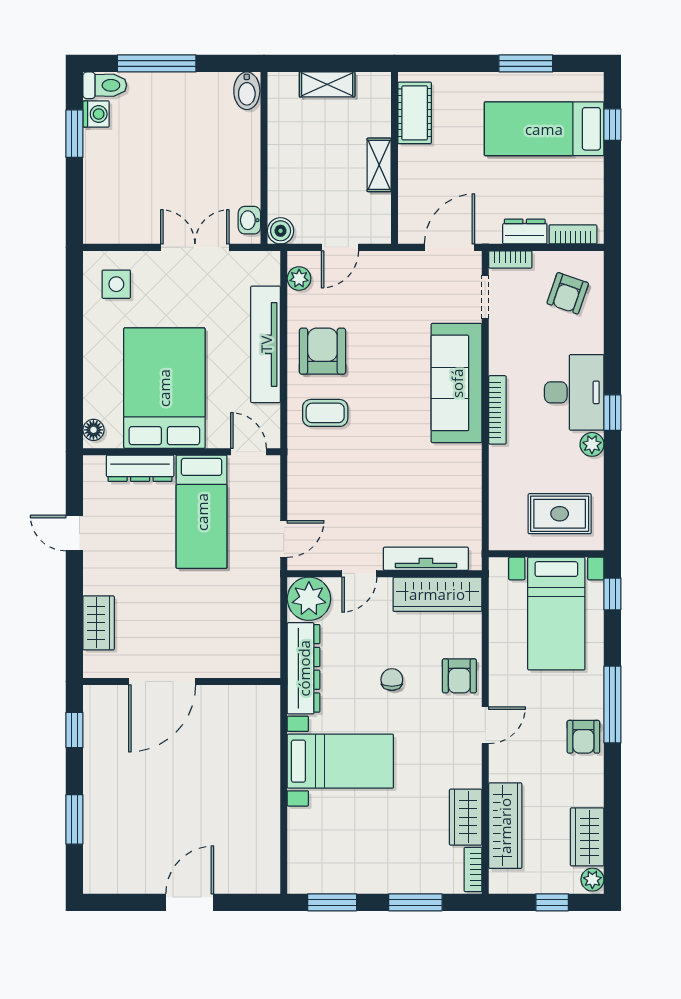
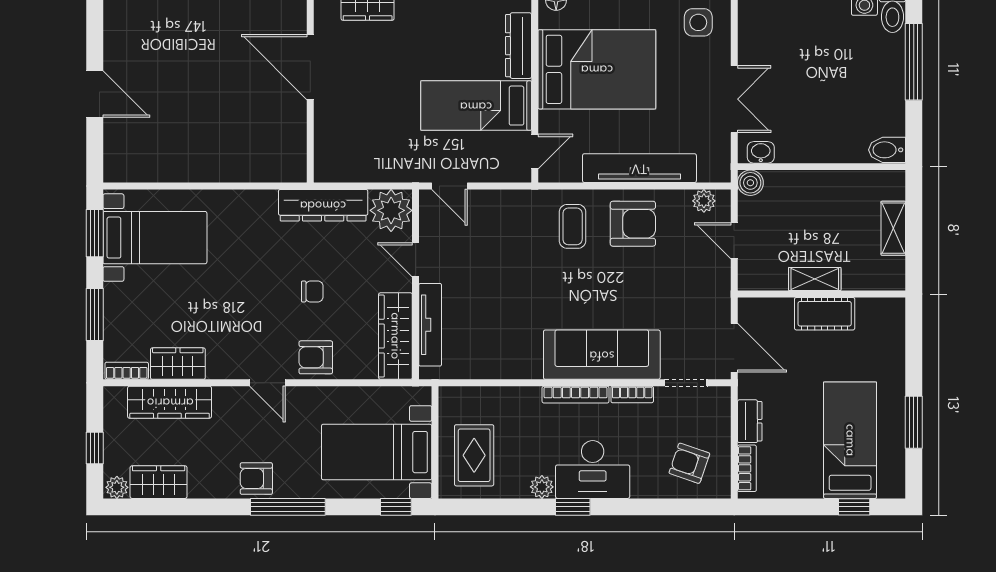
cot: (415, 113) -> (825, 314), moved
bookcase: (510, 259) -> (632, 394), moved, turned -90
bed with nightstands: (340, 761) -> (155, 238), moved, turned -90

